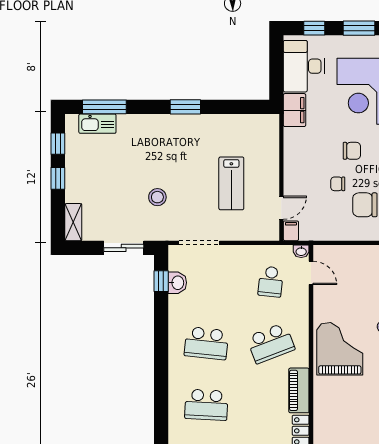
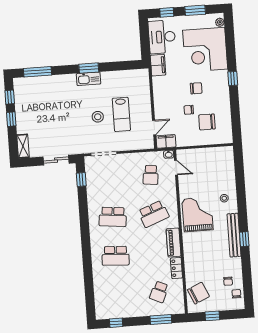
kitchen sink: (97, 124) -> (89, 79), moved
stool: (157, 197) -> (98, 117), moved
filing cabinet: (291, 231) -> (166, 141), width x2.00
washbasin: (177, 283) -> (92, 180), removed

